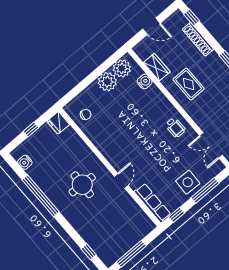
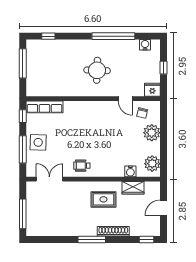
shoe rack: (198, 39) -> (113, 231), moved
plant: (107, 82) -> (152, 133), moved
door: (121, 181) -> (125, 99), moved

